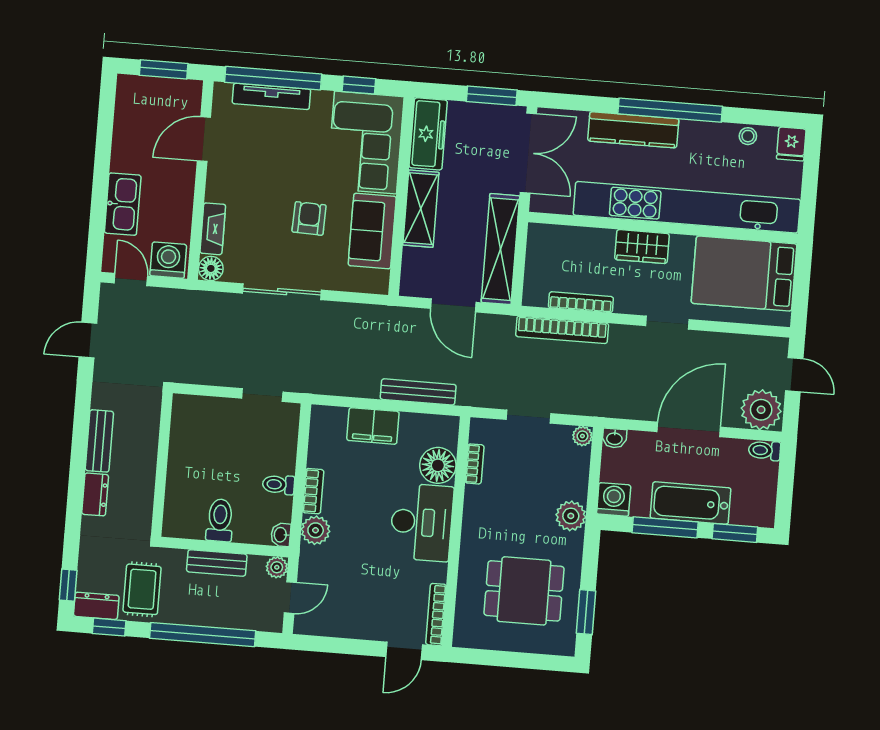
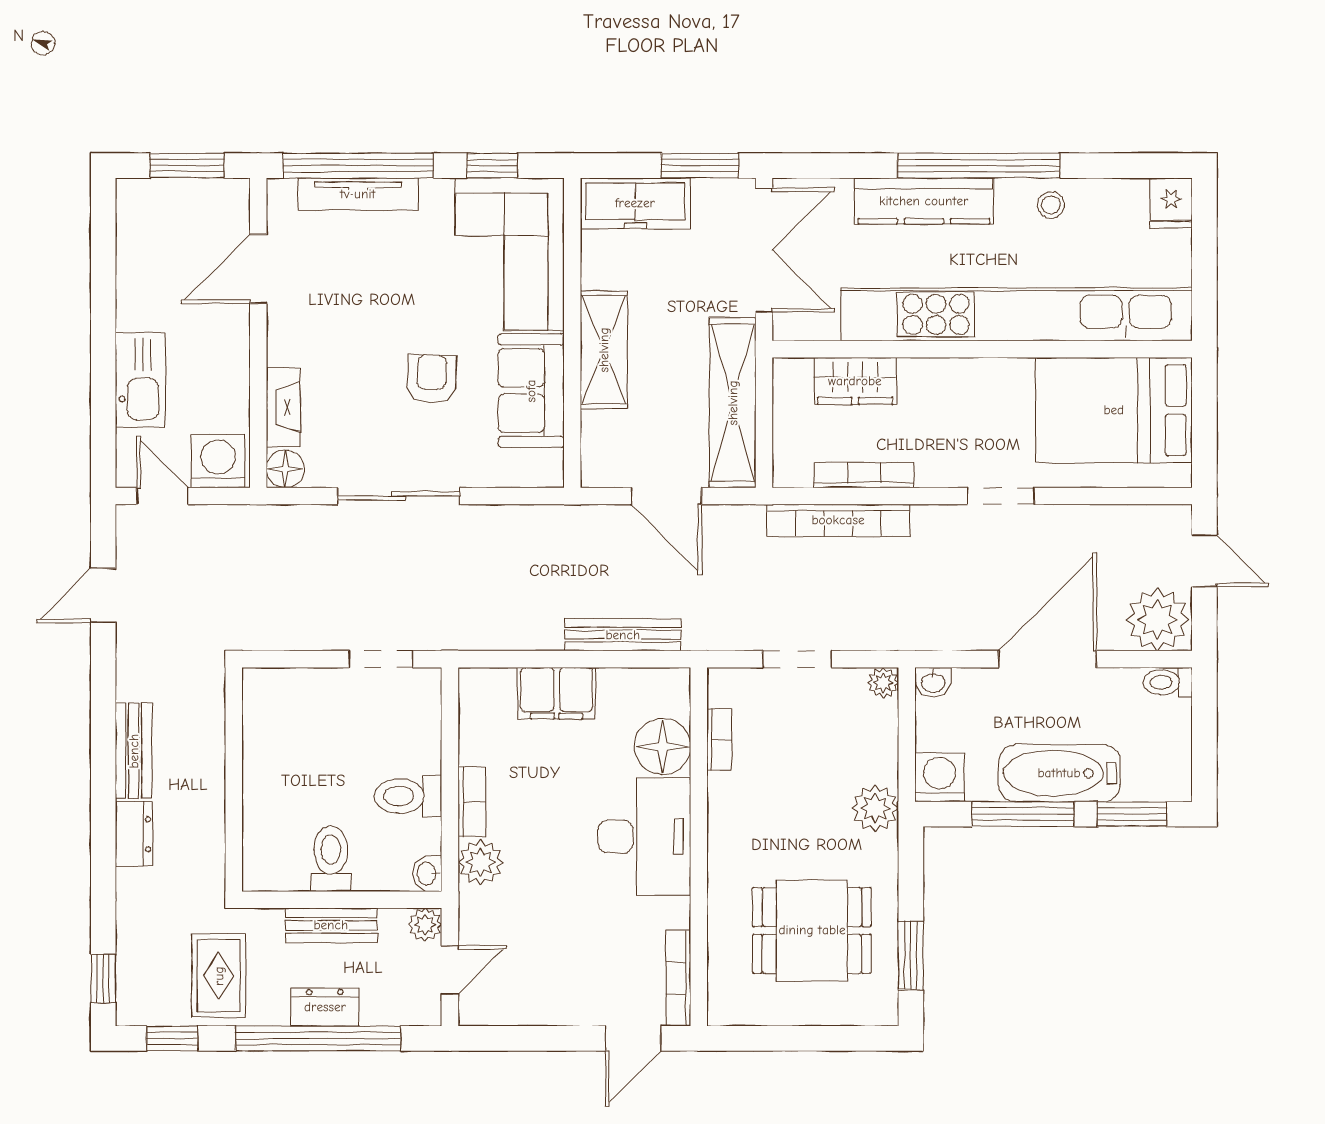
freezer: (428, 134) -> (635, 203), moved, turned 90
stool: (748, 136) -> (1051, 205), moved
wardrobe: (642, 247) -> (855, 381), moved
toilet: (279, 485) -> (408, 796), width x1.37, depth x1.39
dresser: (96, 606) -> (325, 1007), moved

